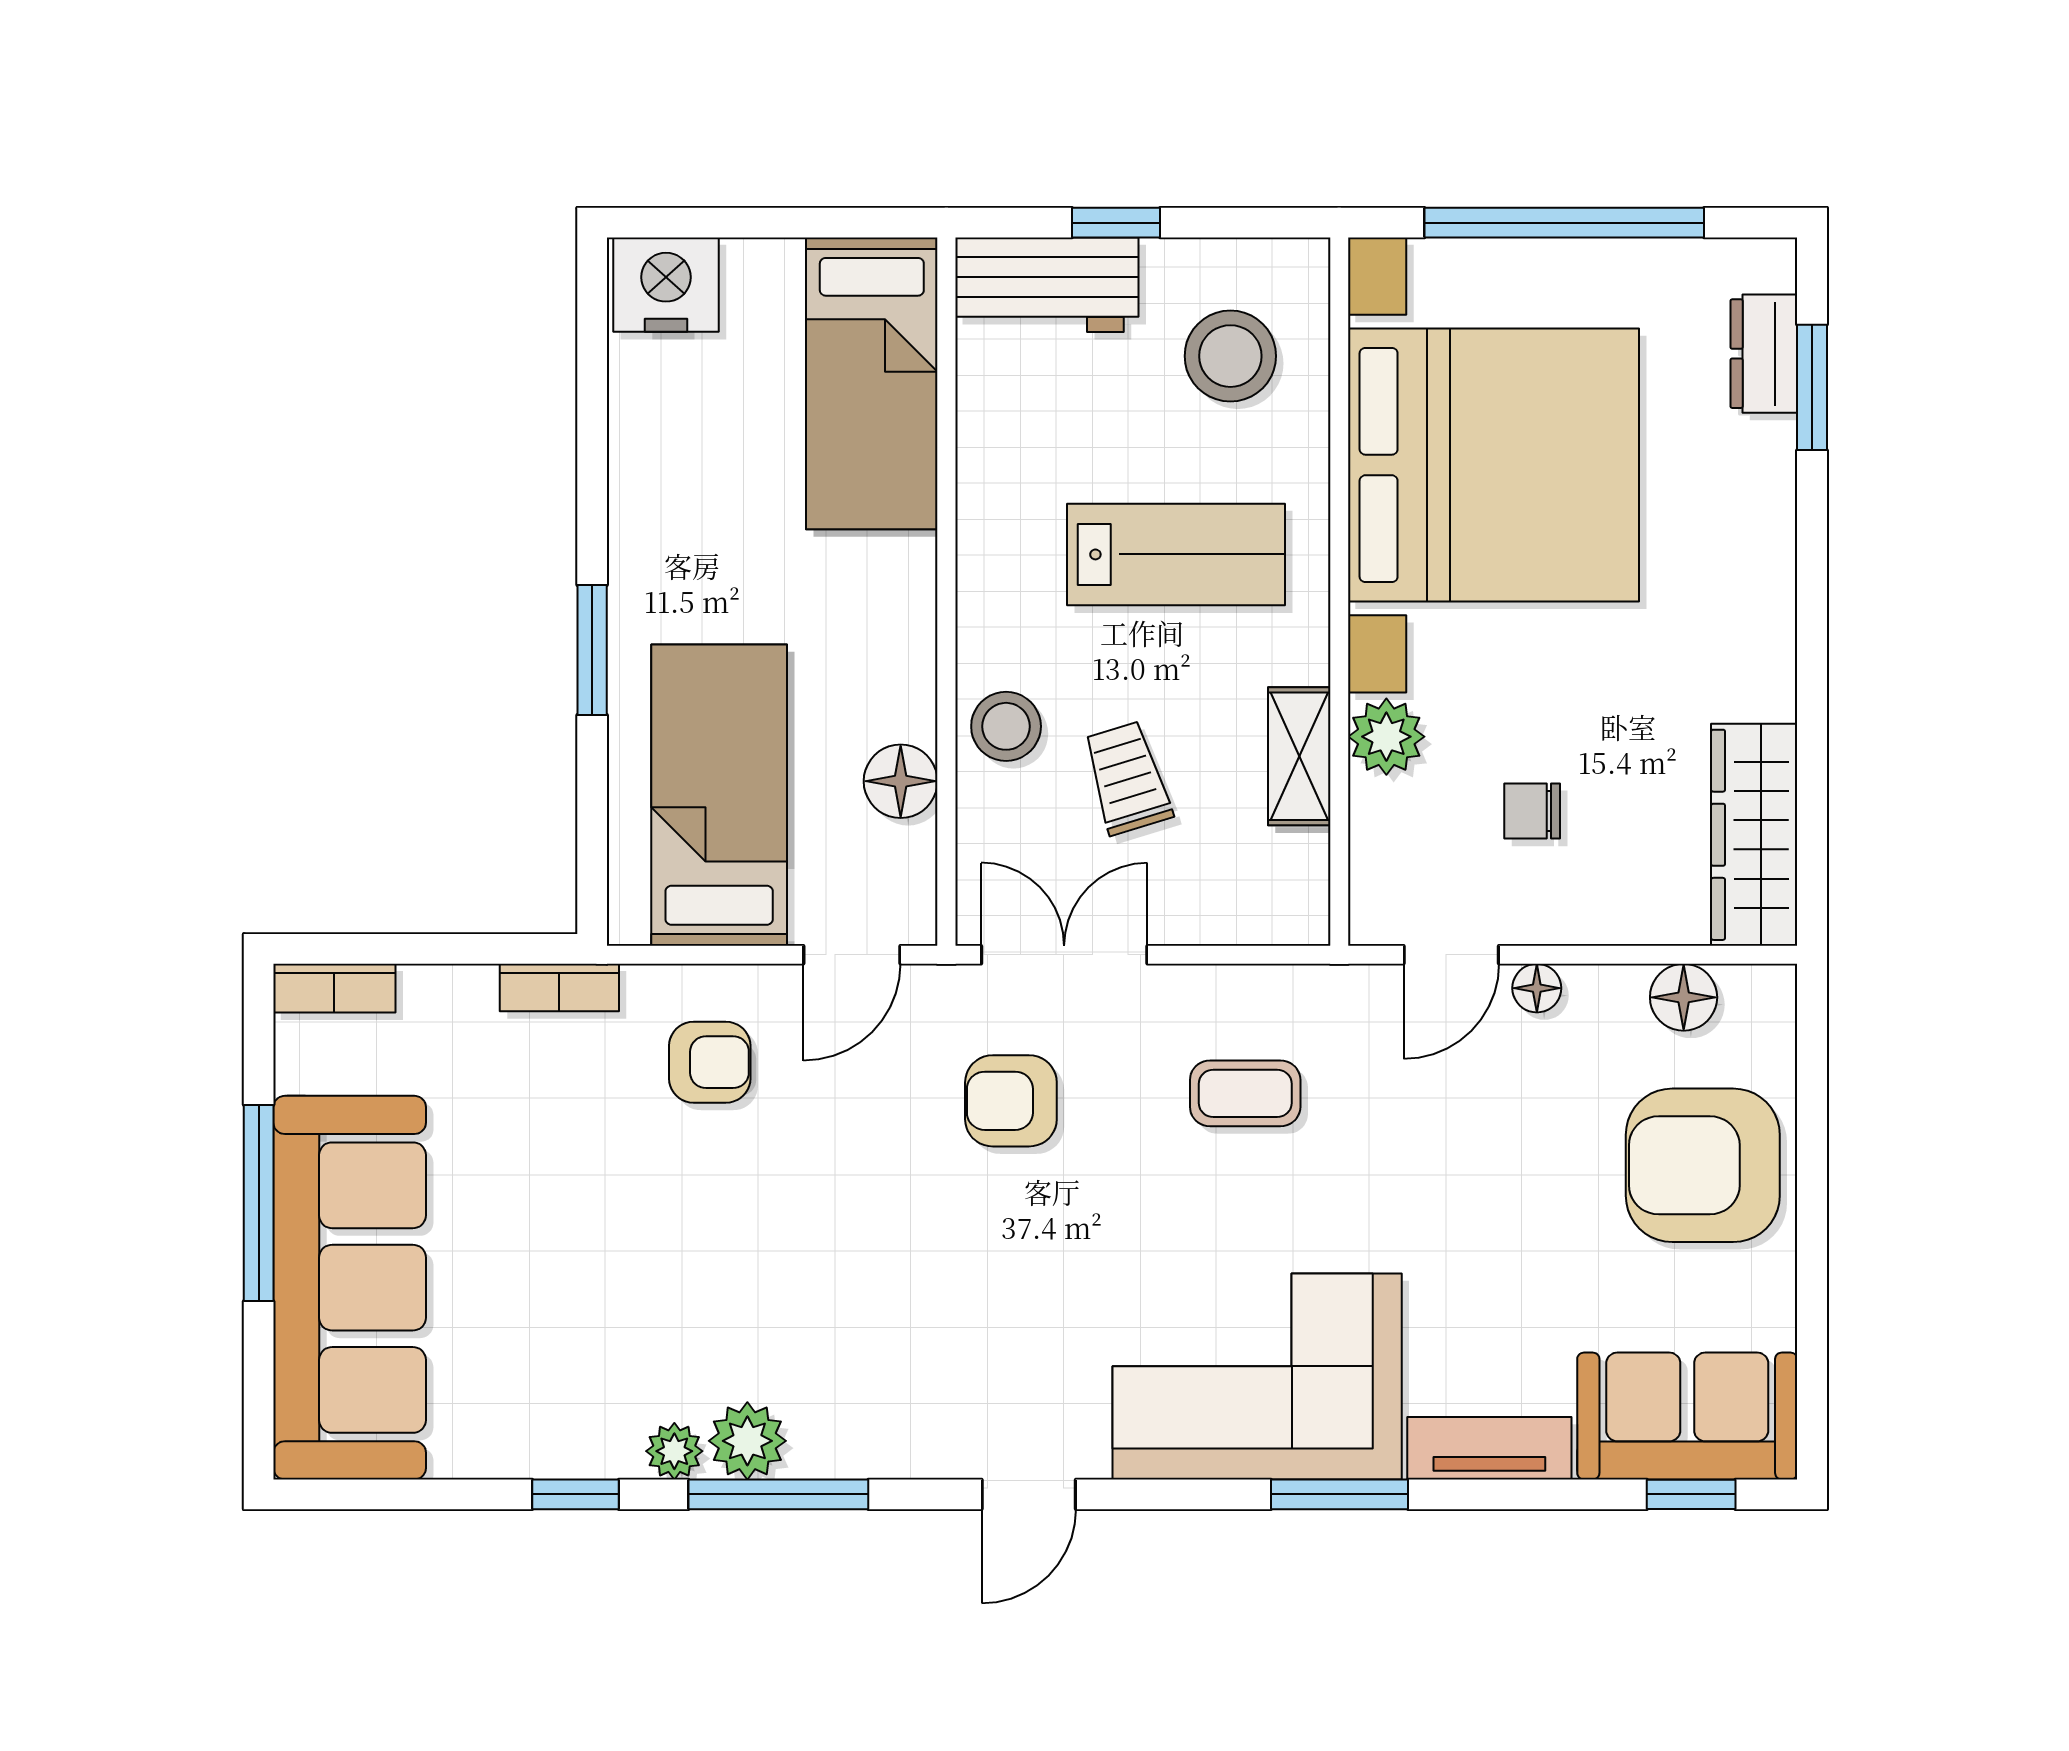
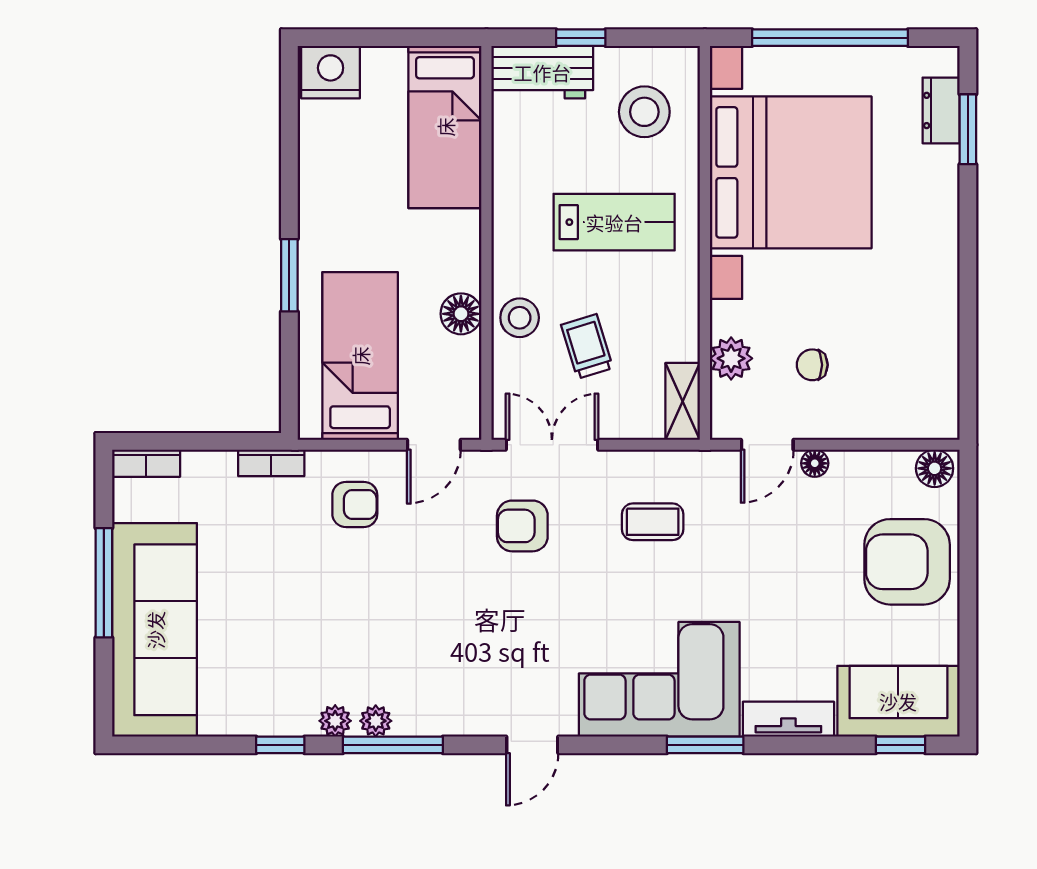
plant: (1386, 737) -> (731, 358), moved
shelving: (1299, 756) -> (683, 401), moved
floor lamp: (901, 781) -> (461, 314), moved
wardrobe: (1754, 835) -> (936, 378), removed
floor lamp: (1684, 997) -> (935, 468), moved
plant: (747, 1441) -> (376, 721), width x0.73, depth x0.73

